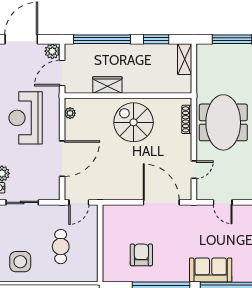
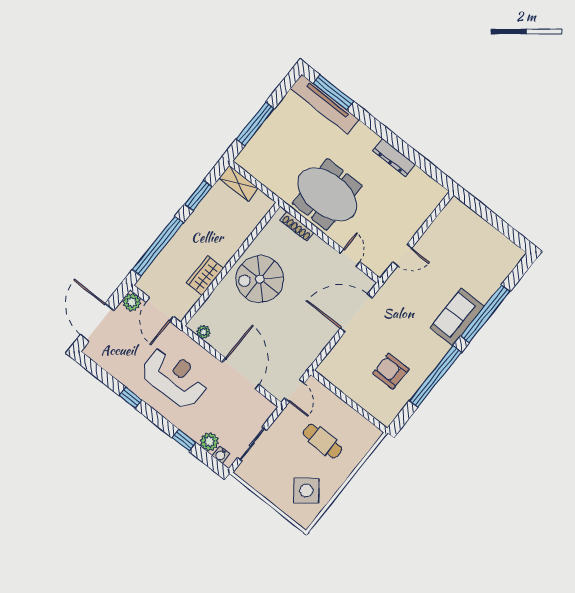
reception desk: (26, 118) -> (175, 378), turned 180
side table: (20, 262) -> (306, 491), turned -37

